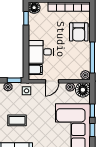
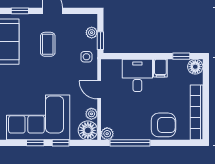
armchair: (79, 32) -> (163, 125), turned 180
filing cabinet: (35, 70) -> (160, 68), moved

